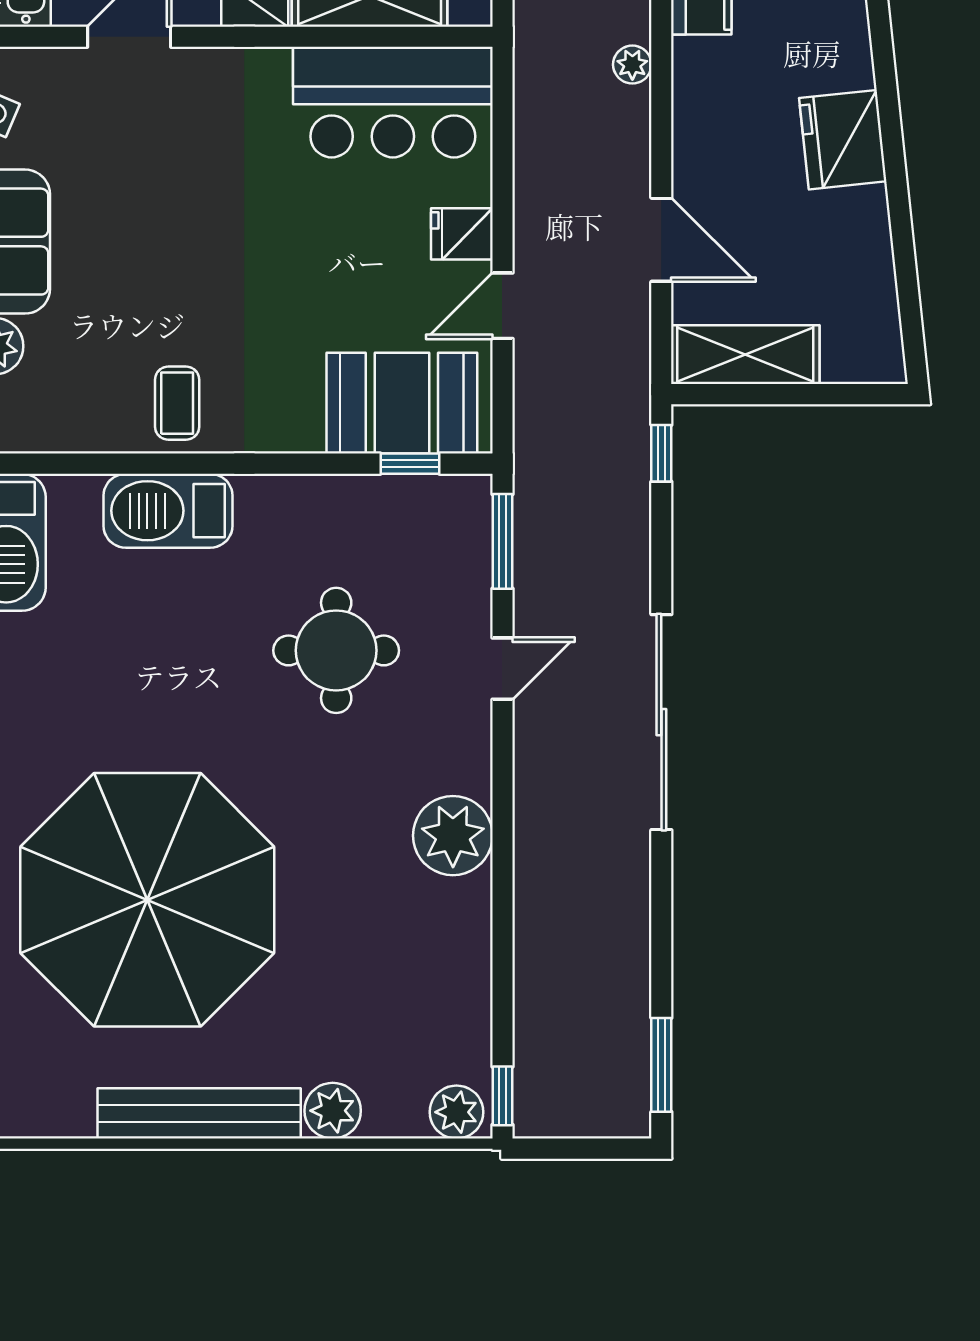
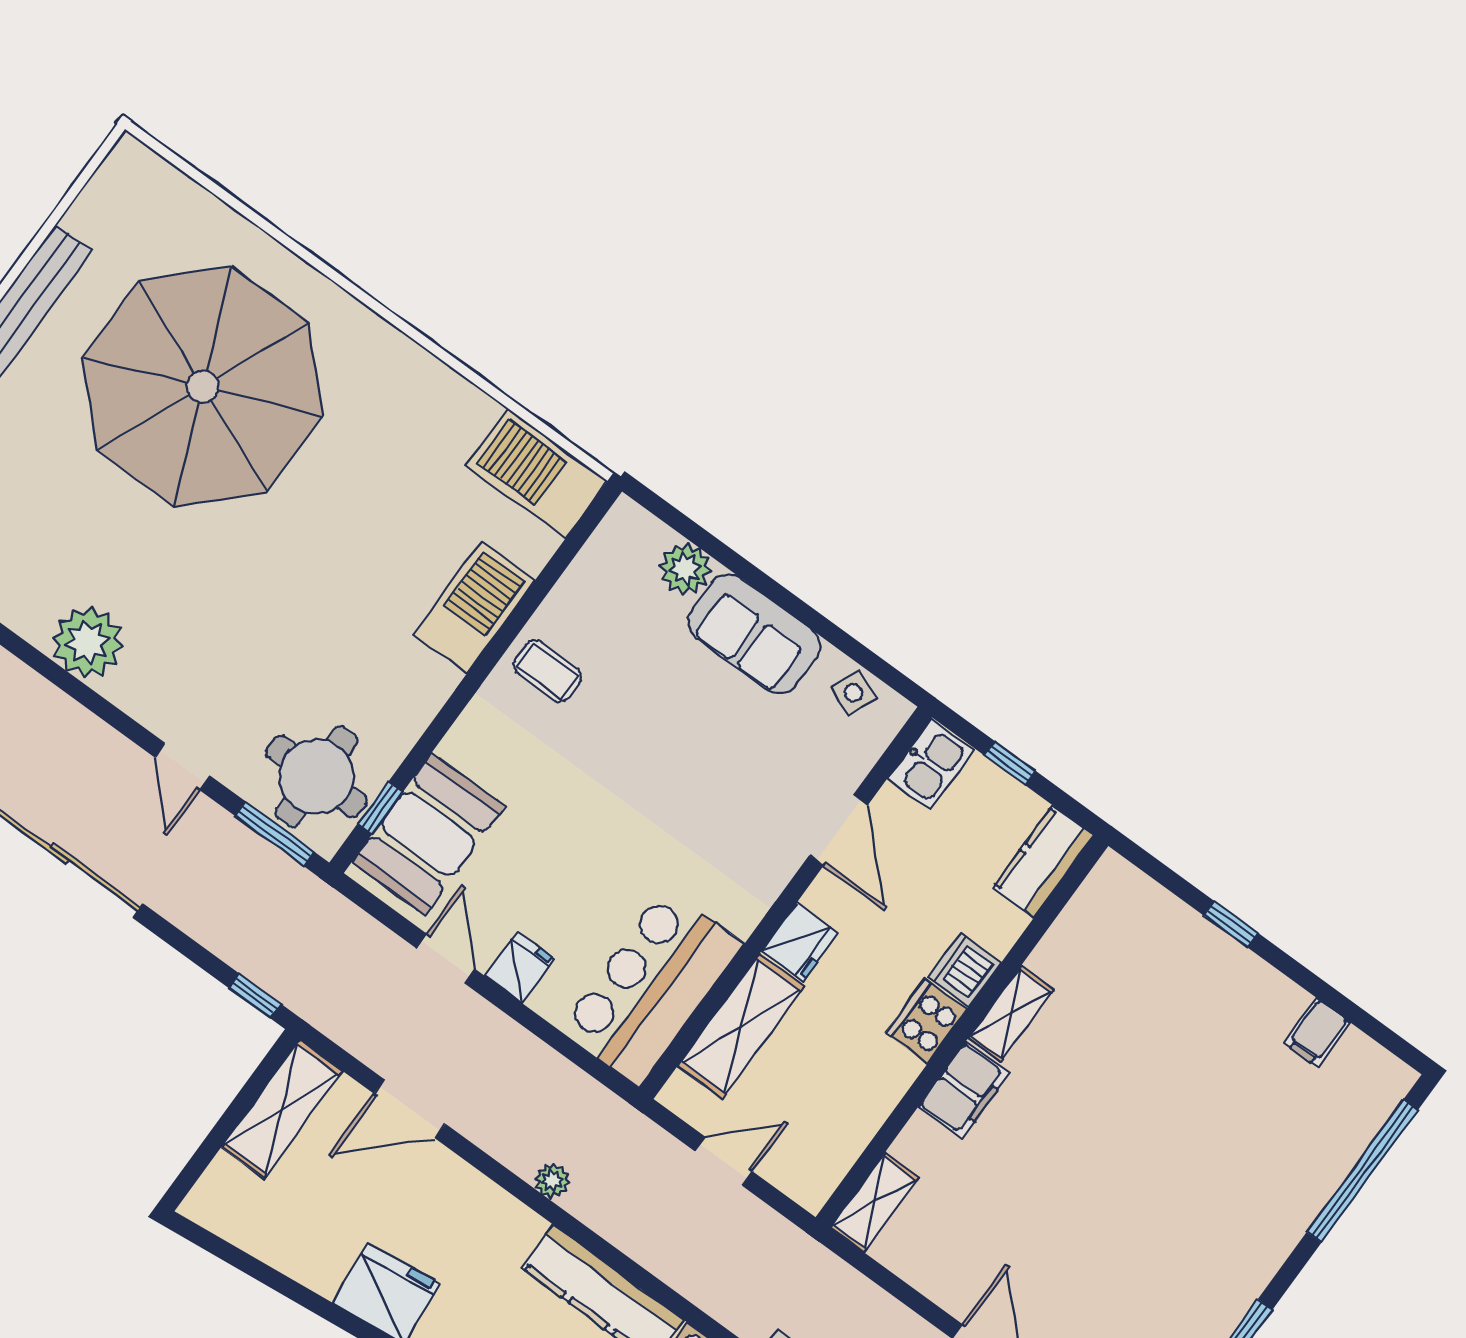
round table: (336, 650) -> (316, 776), moved

